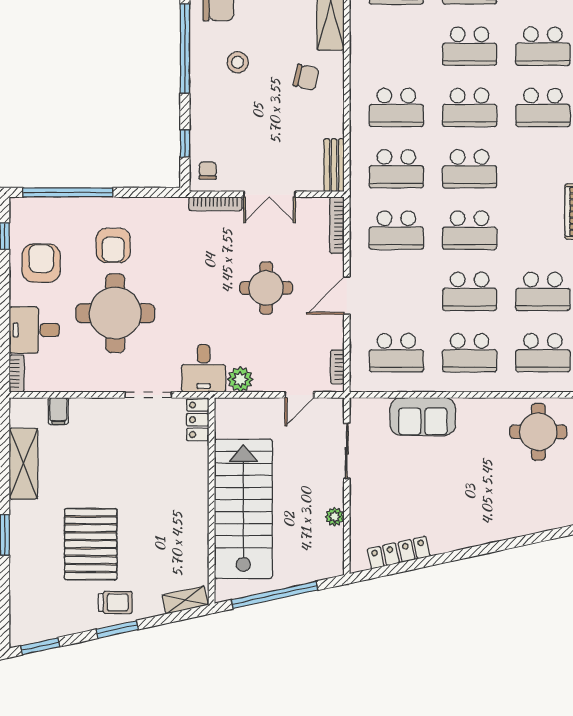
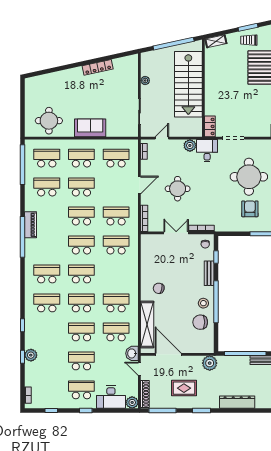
stool: (238, 62) -> (203, 303), moved
school desk: (396, 108) -> (116, 303), moved
bench: (334, 165) -> (209, 273), moved
sofa: (423, 416) -> (90, 128), moved
locker: (399, 553) -> (98, 67), moved

